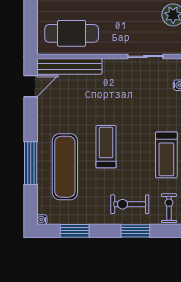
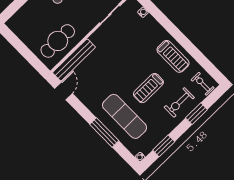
treadmill: (106, 147) -> (148, 88), moved, turned -90

